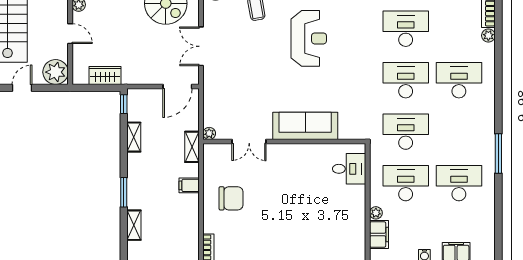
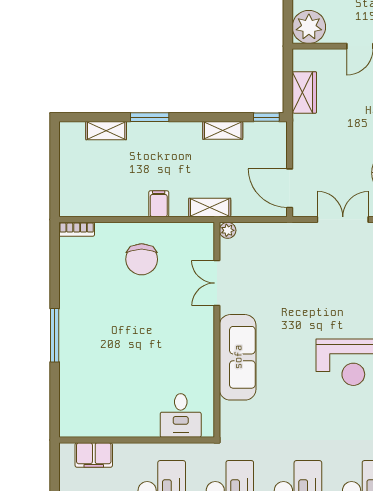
plant: (376, 213) -> (122, 451), removed

